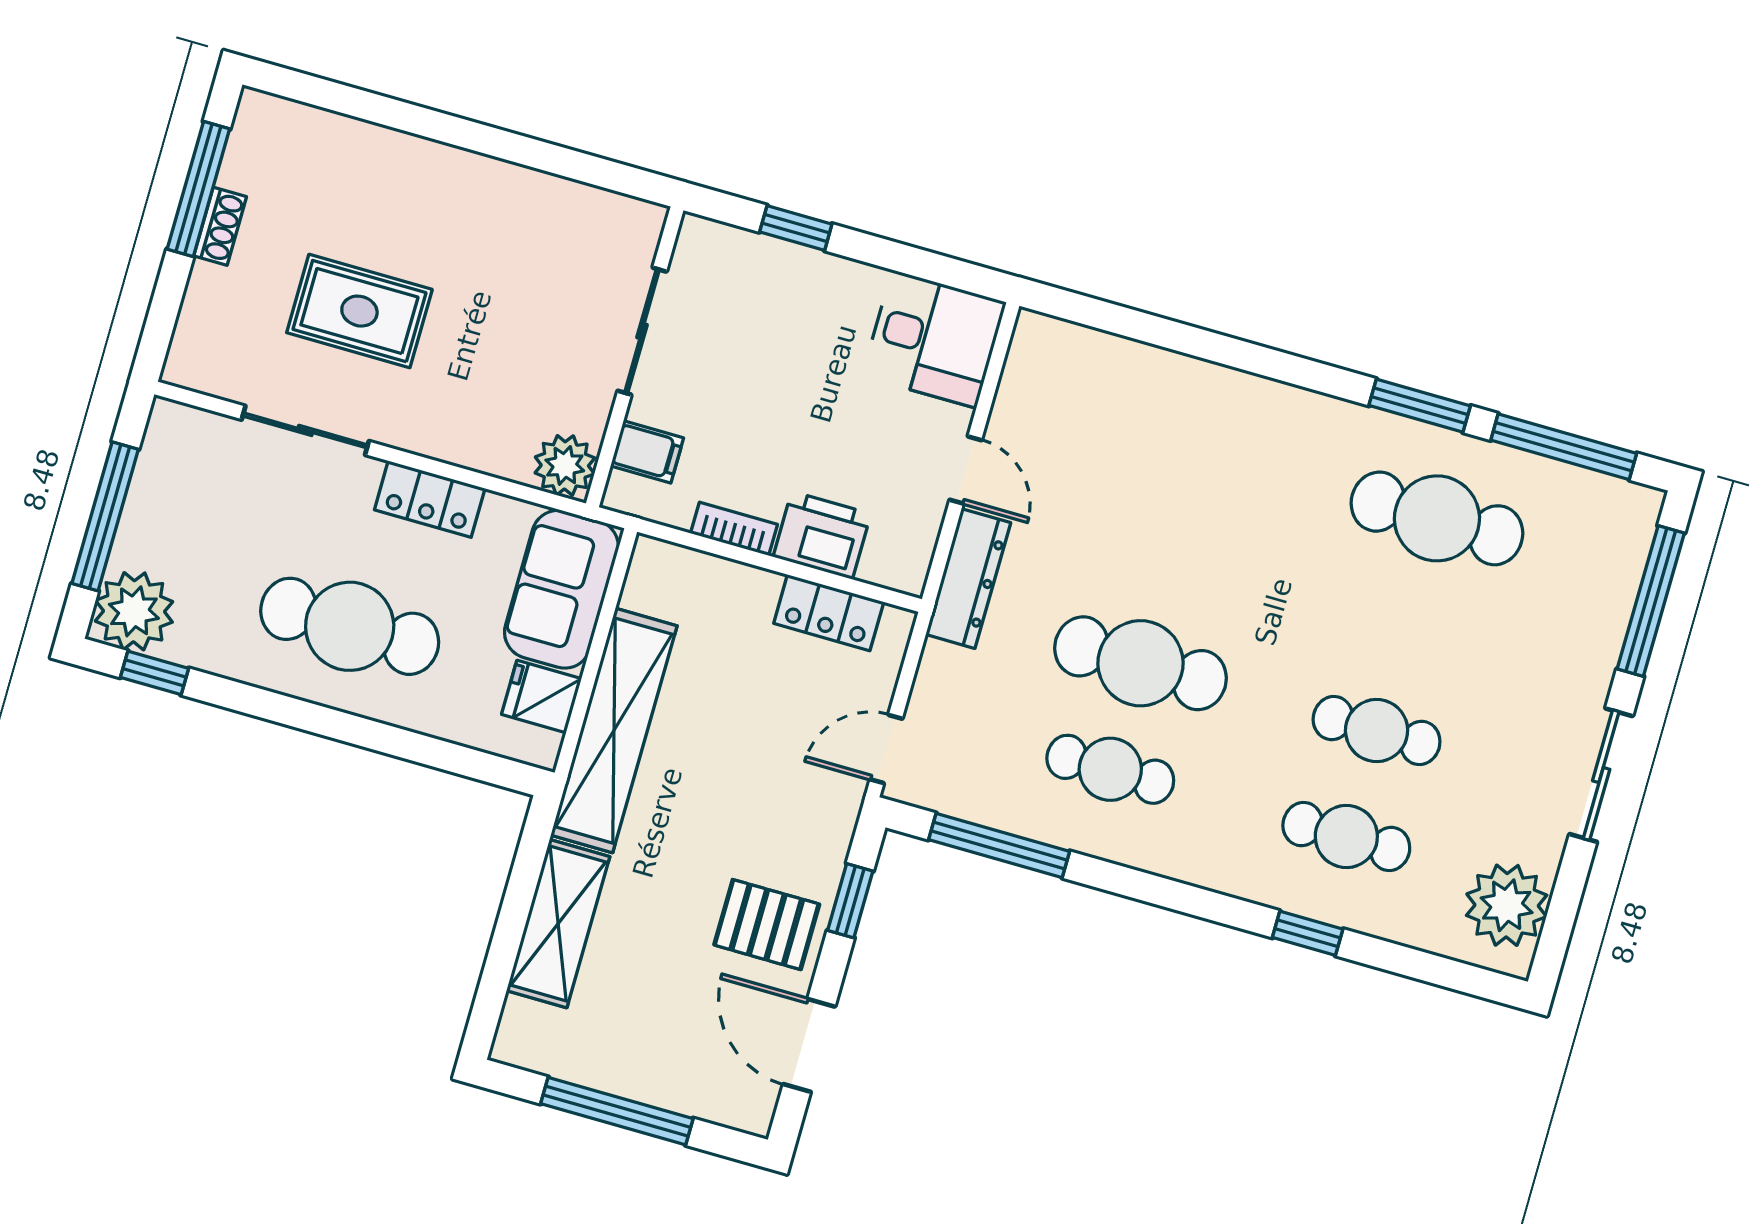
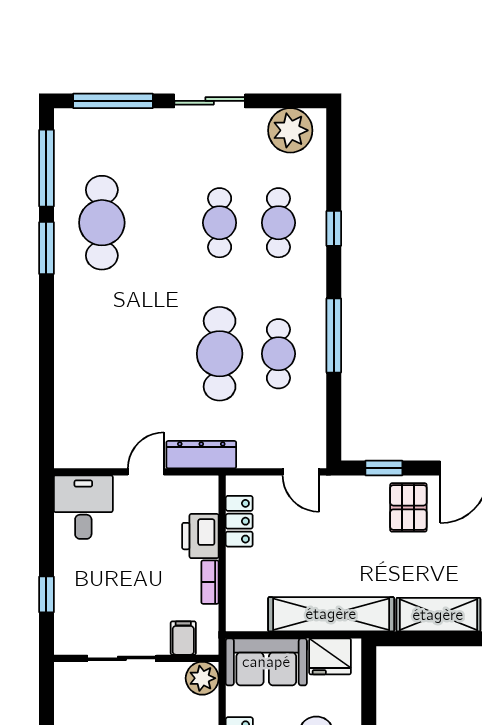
fridge: (542, 696) -> (330, 656), width x1.38
window: (999, 845) -> (334, 335), moved

